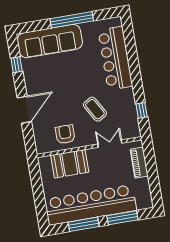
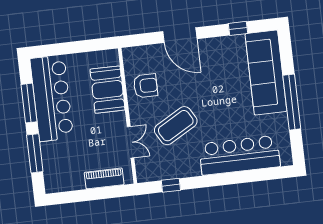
coffee table: (95, 109) -> (176, 126), width x1.36, depth x1.32
bar counter: (91, 205) -> (52, 98), width x0.73

